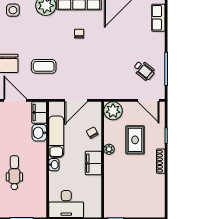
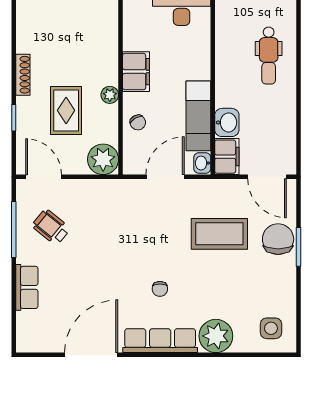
row of seats: (158, 18) -> (27, 287), moved
coffee table: (44, 66) -> (219, 234), width x1.36, depth x1.32
washbasin: (54, 165) -> (202, 163), moved

